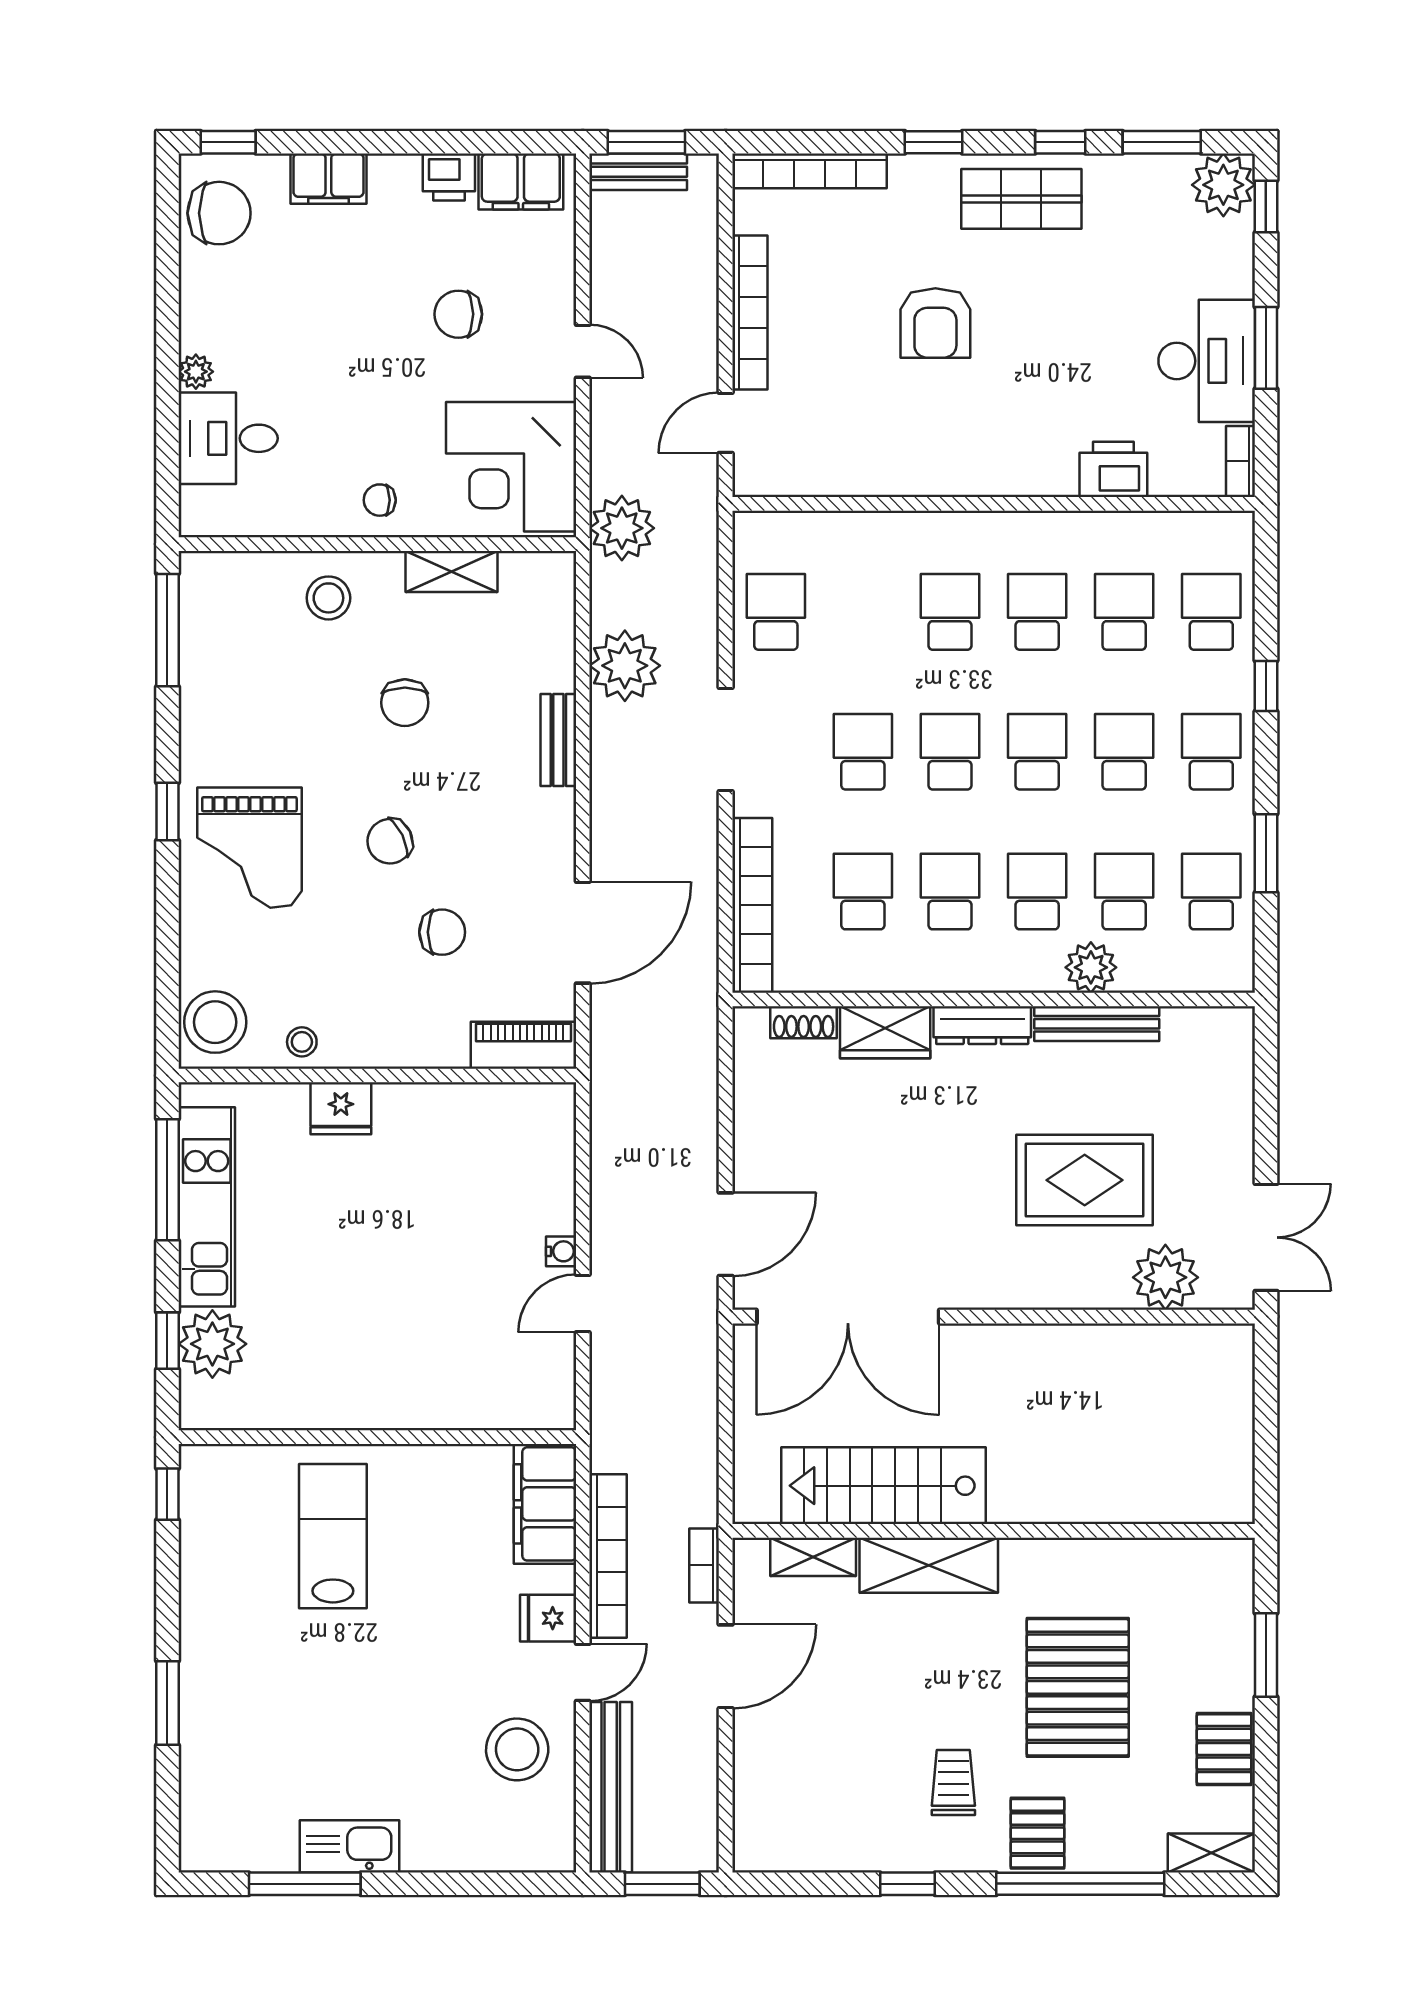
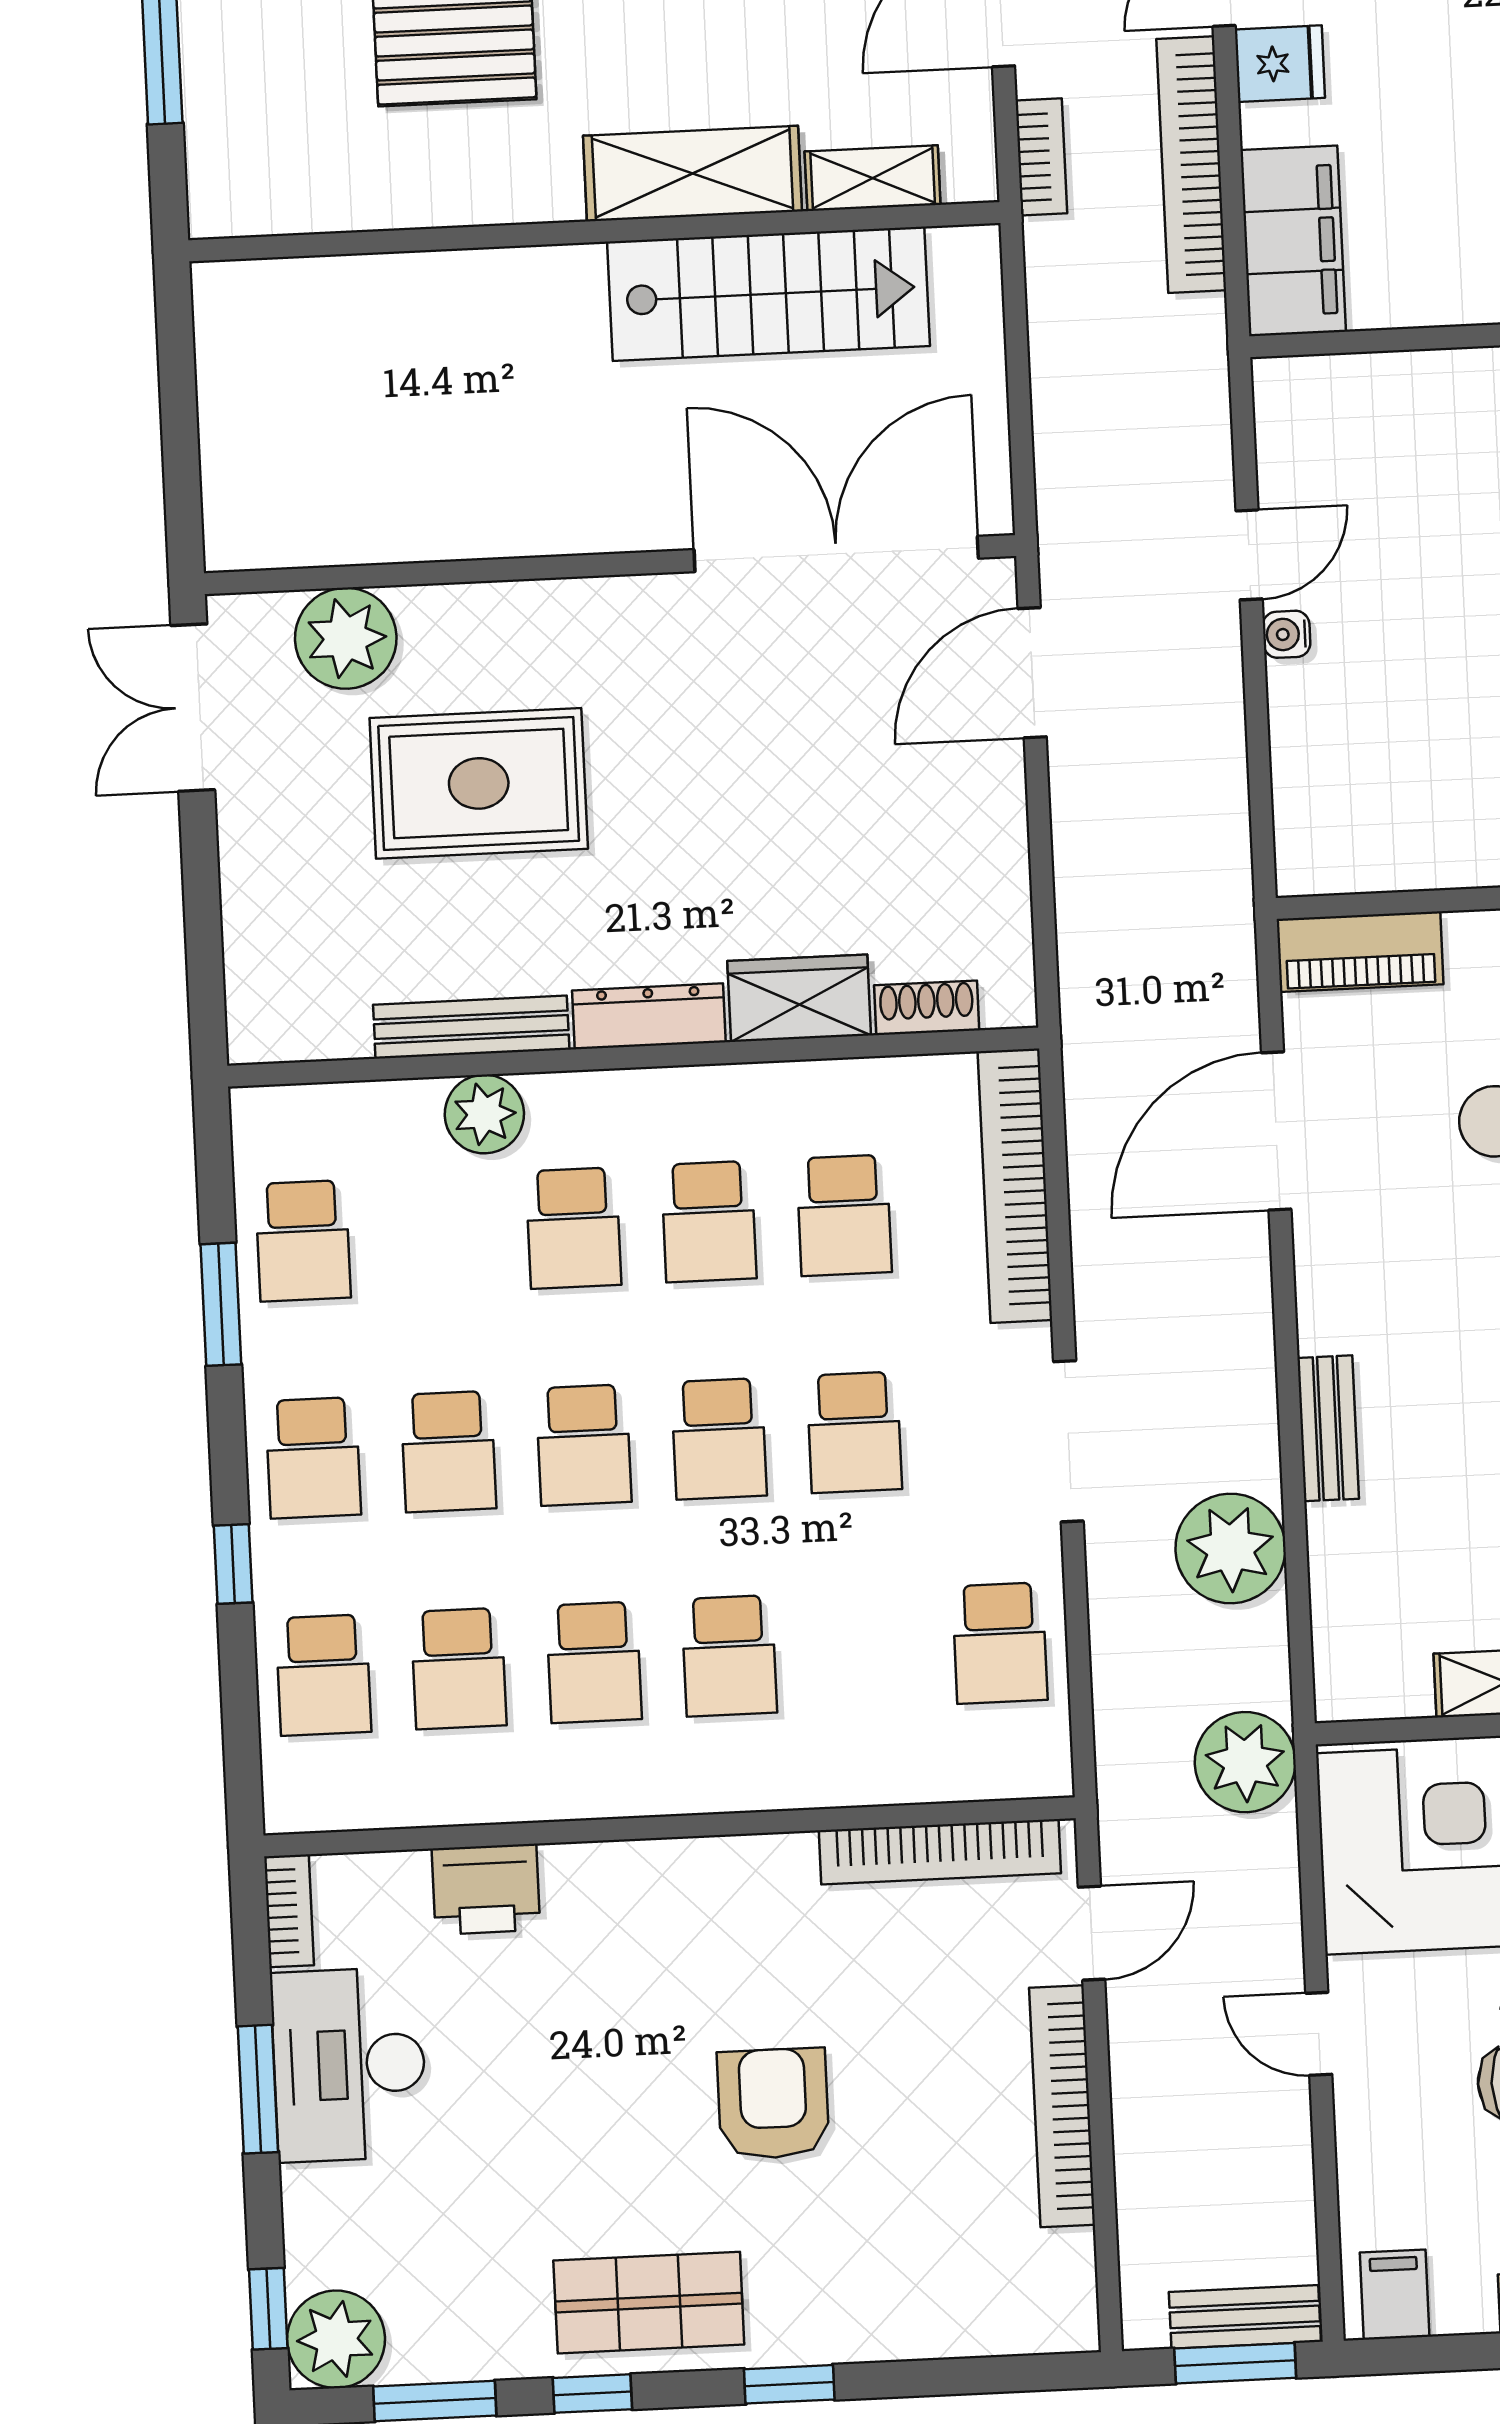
bookcase: (809, 171) -> (940, 1852), moved, turned 180
filing cabinet: (521, 182) -> (1395, 2295), width x0.50
school desk: (1124, 892) -> (438, 1234), removed

